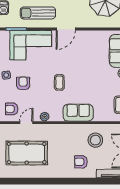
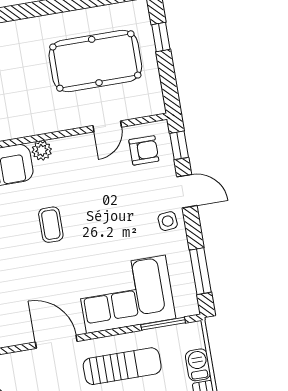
door: (66, 29) -> (56, 342), hinge flipped
armchair: (23, 83) -> (128, 209), removed
plant: (45, 117) -> (42, 150), moved

